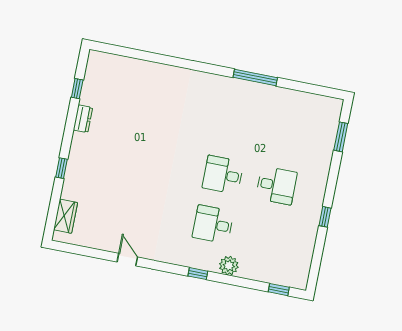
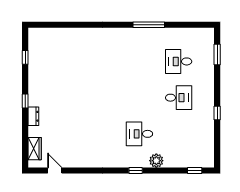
dresser: (83, 119) -> (33, 116), moved
window: (61, 168) -> (25, 101), moved
desk: (223, 175) -> (179, 61), moved
door: (127, 260) -> (55, 171), moved

